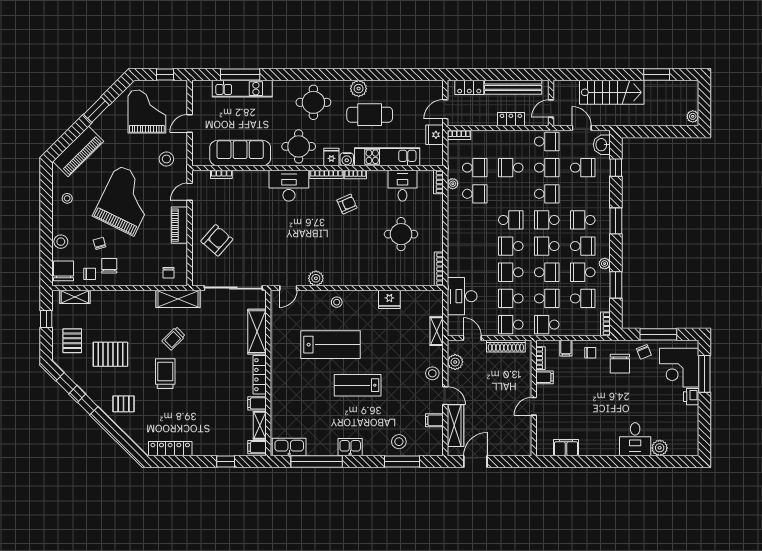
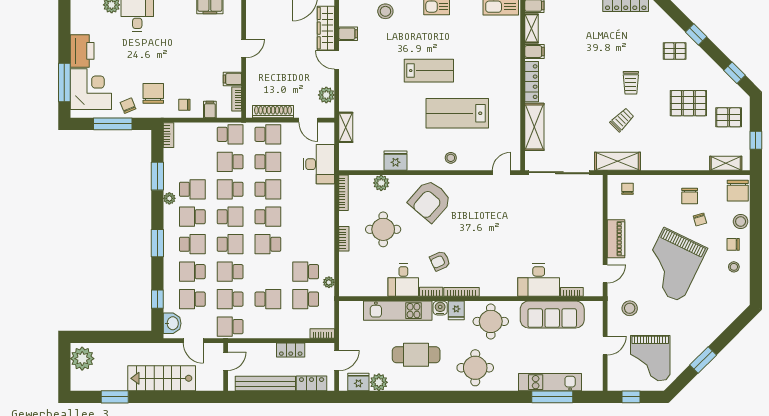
plant: (359, 89) -> (379, 382), moved
plant: (693, 116) -> (82, 359), width x1.87, depth x1.87
locker: (511, 119) -> (291, 350), moved
fridge: (435, 135) -> (358, 382), moved, turned -90
piano: (78, 151) -> (722, 316), removed
bookcase: (438, 182) -> (344, 239), moved
desk: (289, 186) -> (539, 280), moved
desk: (402, 186) -> (403, 280), moved
armchair: (217, 240) -> (430, 201), moved, width x1.36, depth x1.36
chair: (90, 274) -> (733, 244), moved
plant: (316, 278) -> (381, 183), moved
school desk: (583, 298) -> (192, 272), moved
pallet: (72, 341) -> (729, 117), turned 90
stool: (432, 373) -> (350, 83), removed
trolley: (165, 374) -> (631, 83), width x0.73, depth x0.72
printer: (691, 397) -> (82, 51), width x1.87, depth x1.48
window: (88, 404) -> (696, 34), moved

